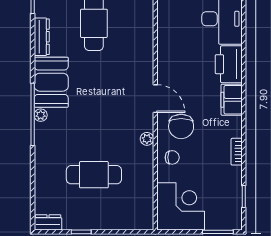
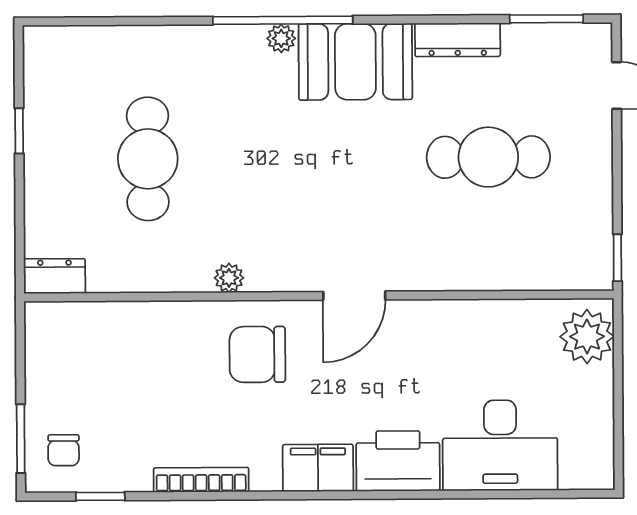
door: (155, 99) -> (354, 296), moved
bookcase: (237, 152) -> (201, 480), width x1.56
chair: (172, 157) -> (64, 450), moved
corner desk: (181, 206) -> (78, 355), removed
dresser: (48, 222) -> (54, 276), moved, turned -90

